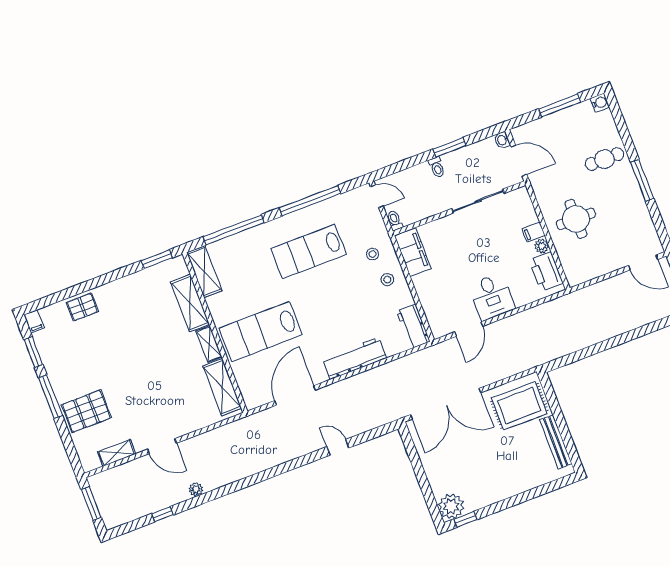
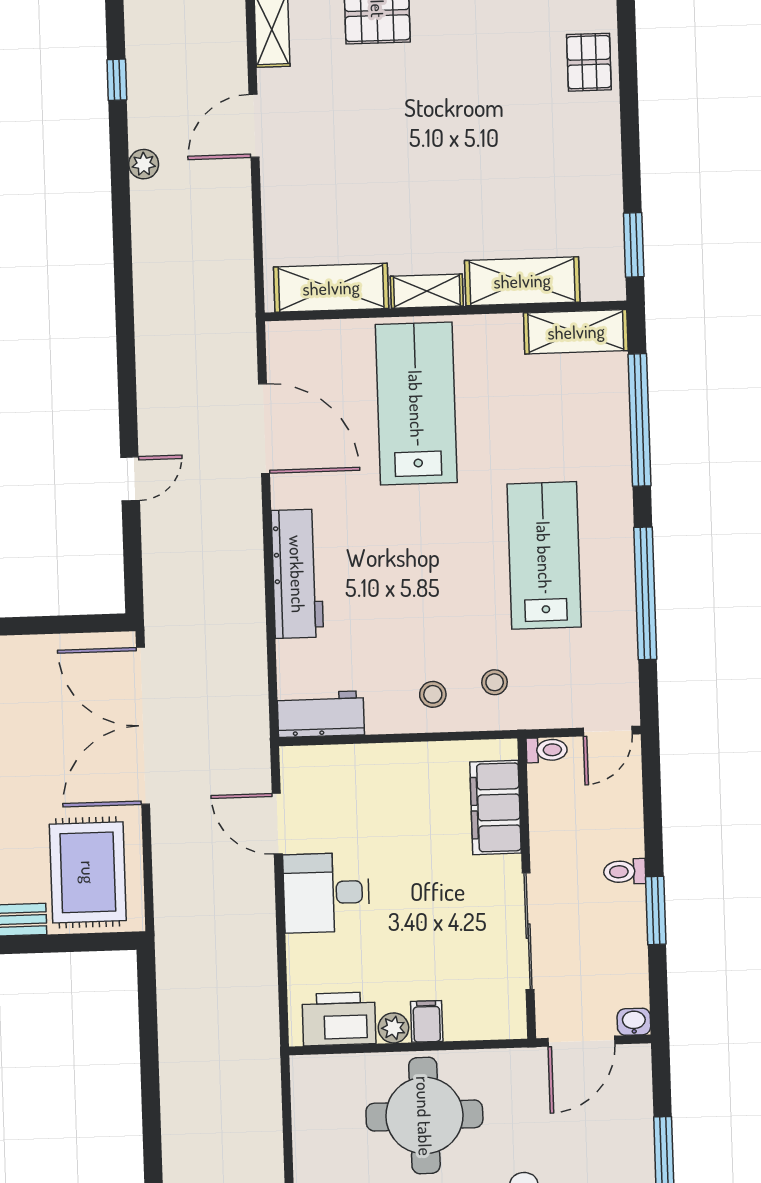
round table: (576, 219) -> (424, 1116), width x1.36, depth x1.36
filing cabinet: (413, 252) -> (495, 807), moved, turned 90

